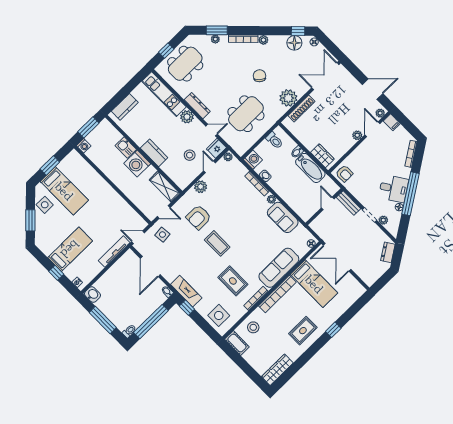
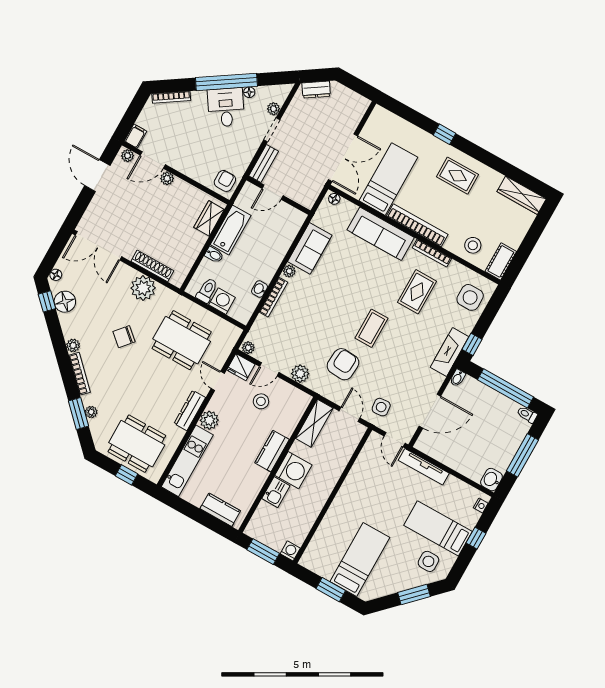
washing machine: (253, 160) -> (222, 301), moved, turned 90
side table: (45, 205) -> (428, 561), moved
armchair: (199, 217) -> (343, 364), turned -86

